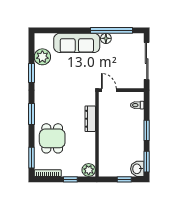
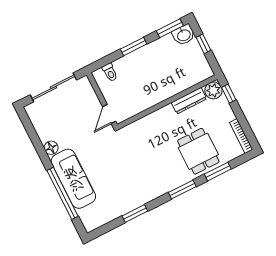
window: (111, 30) -> (63, 193), moved
plant: (42, 57) -> (110, 210), removed
dresser: (90, 119) -> (189, 101), moved
dining table: (52, 138) -> (198, 151), turned 90
window: (31, 158) -> (218, 172), moved
window: (70, 179) -> (229, 94), moved

